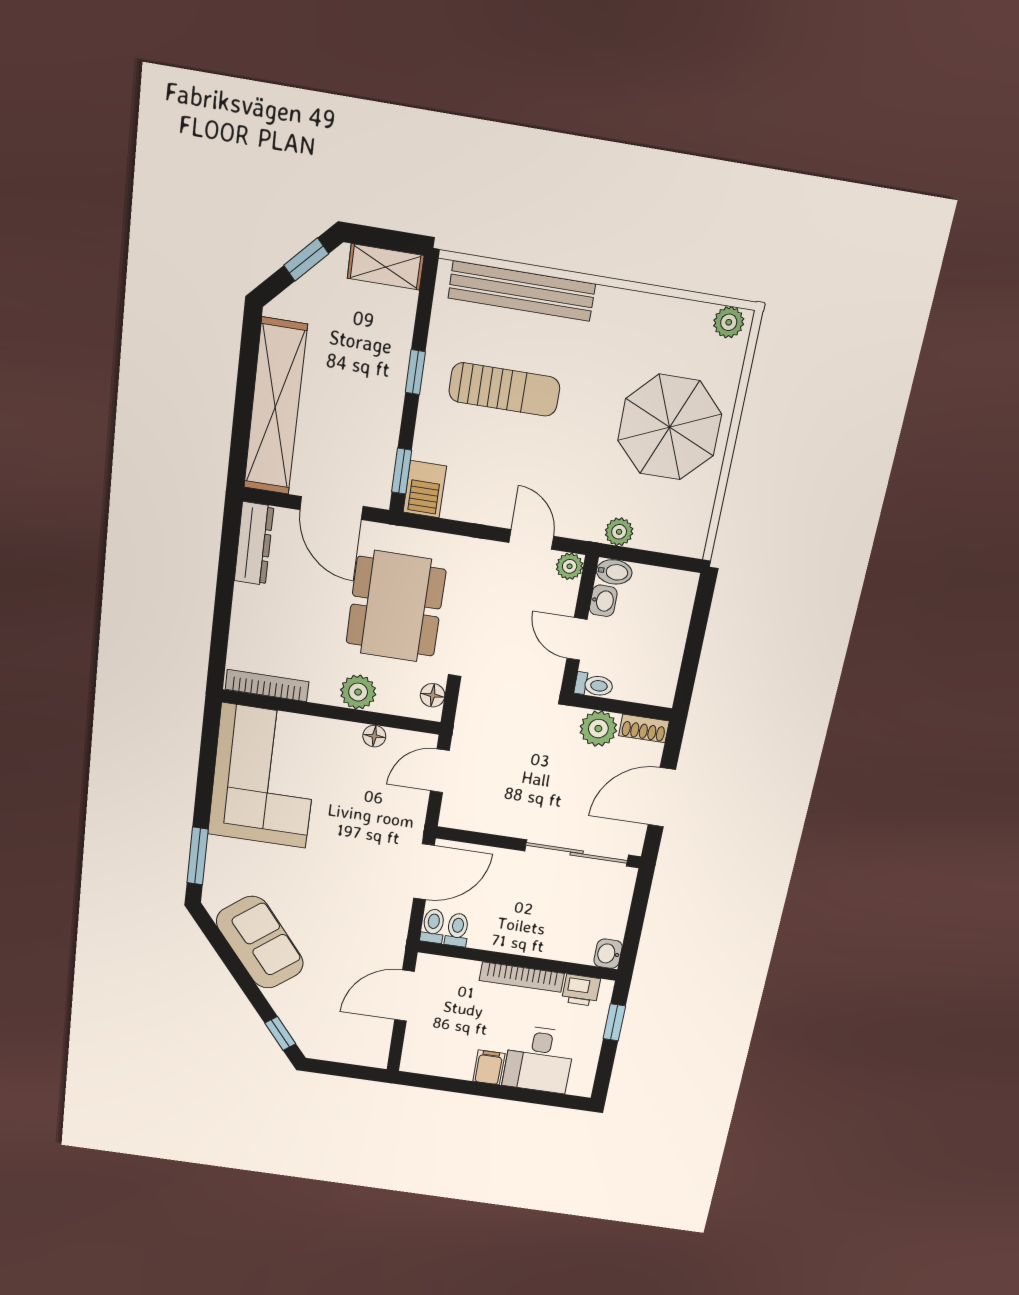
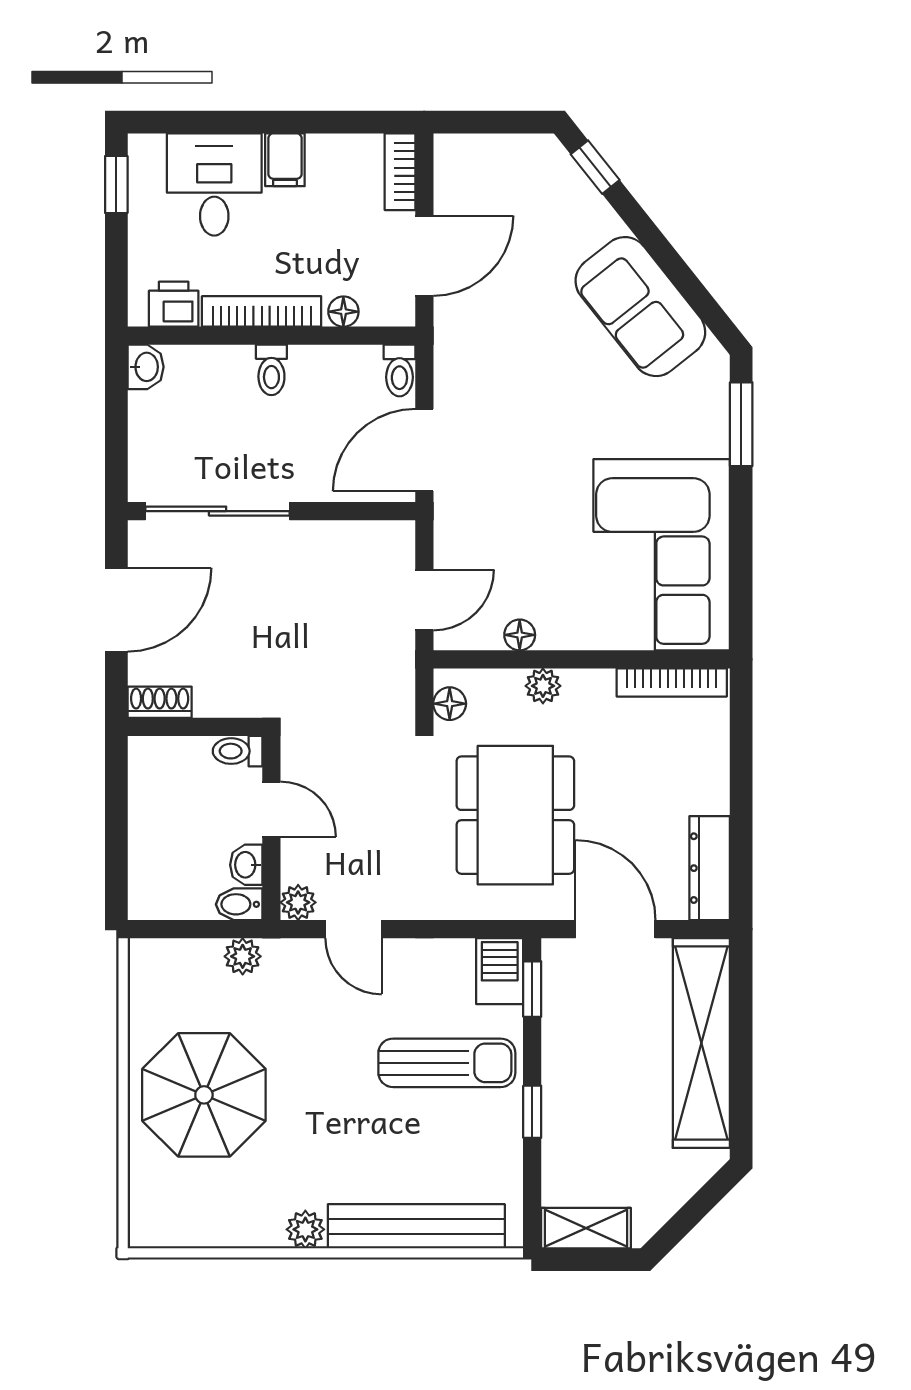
window: (306, 259) -> (683, 1222), removed
plant: (729, 322) -> (305, 1229), moved
sun lounger: (504, 389) -> (447, 1063), moved, turned 180
plant: (358, 692) -> (543, 686), width x0.73, depth x0.73
plant: (598, 729) -> (221, 693), removed
toilet: (457, 930) -> (271, 370), moved
floor lamp: (466, 969) -> (343, 312), added
window: (614, 1022) -> (116, 184), moved
bookcase: (413, 1049) -> (400, 172), added

